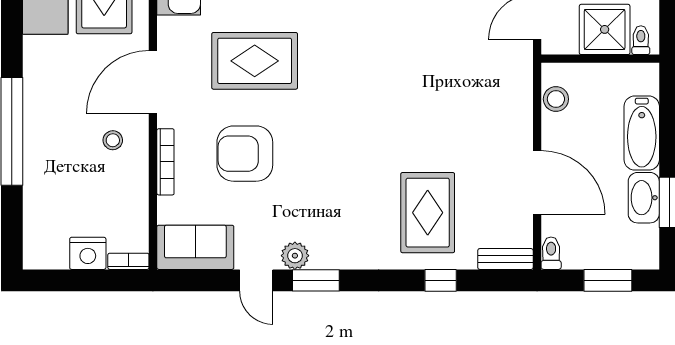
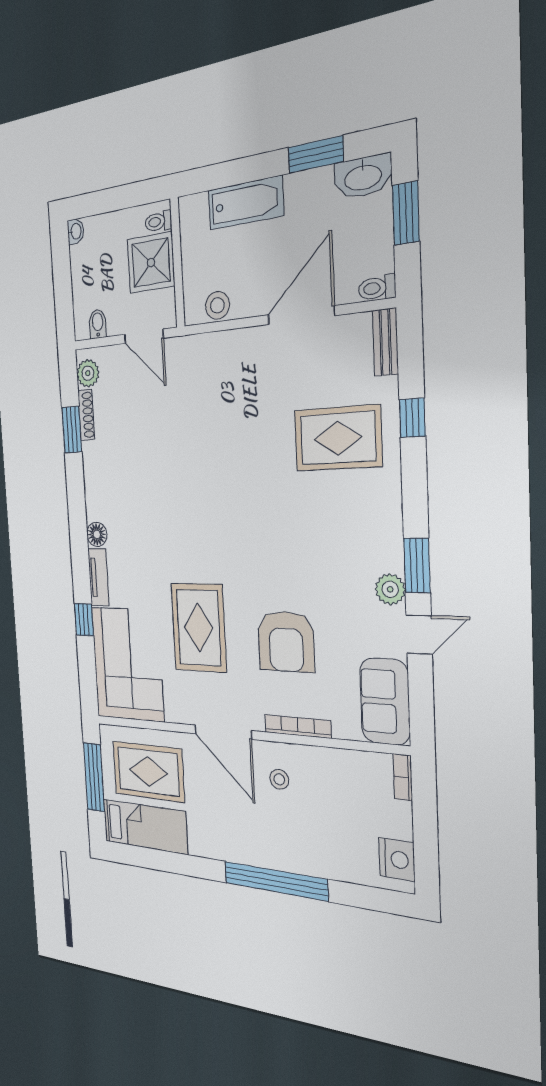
washbasin: (644, 198) -> (363, 177), moved
nightstand: (88, 253) -> (397, 859), moved

